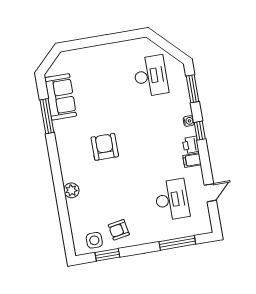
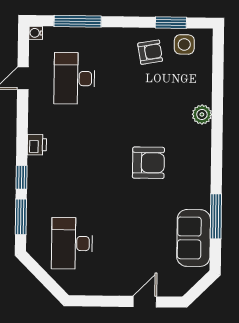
door: (88, 42) -> (145, 302), added
water cooler: (189, 121) -> (36, 33), moved
window: (200, 131) -> (22, 177), moved
armchair: (105, 147) -> (148, 163), turned -90
filing cabinet: (192, 160) -> (39, 125), removed

